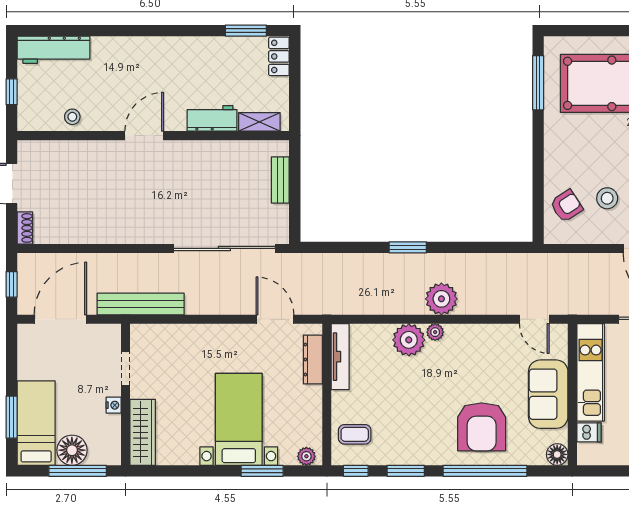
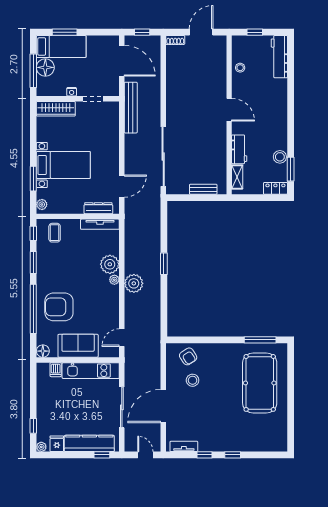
stool: (225, 49) -> (280, 157), added

